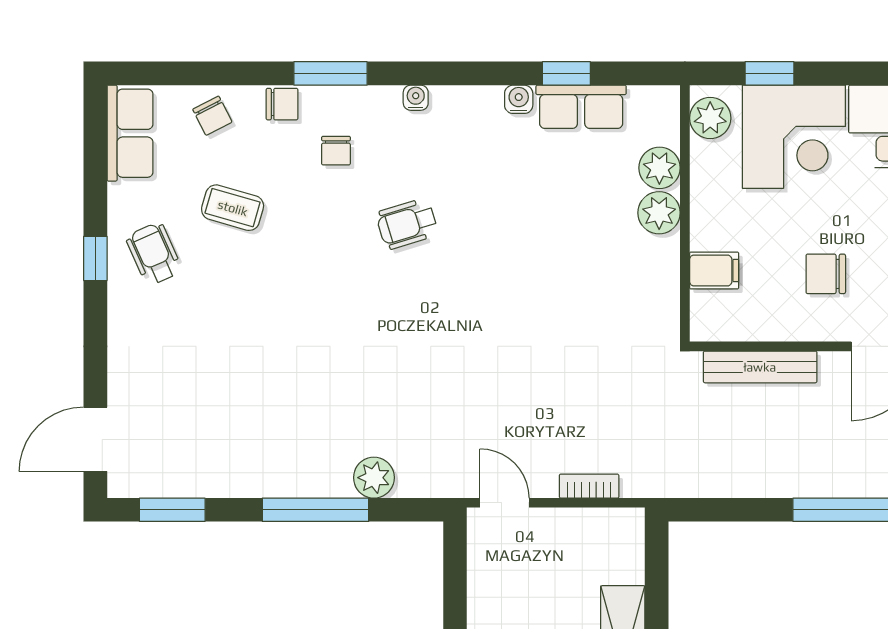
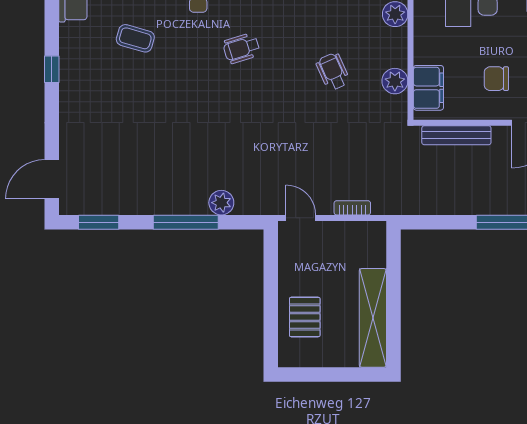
plant: (659, 213) -> (395, 81), moved
wheelchair: (154, 254) -> (333, 72), moved
filing cabinet: (714, 271) -> (428, 88), width x2.00

